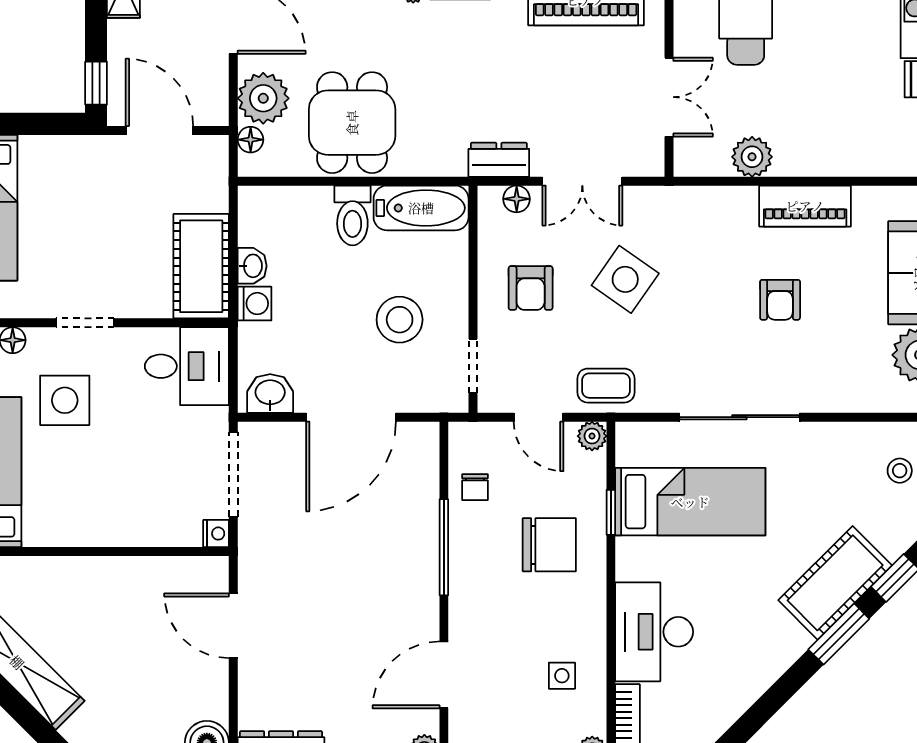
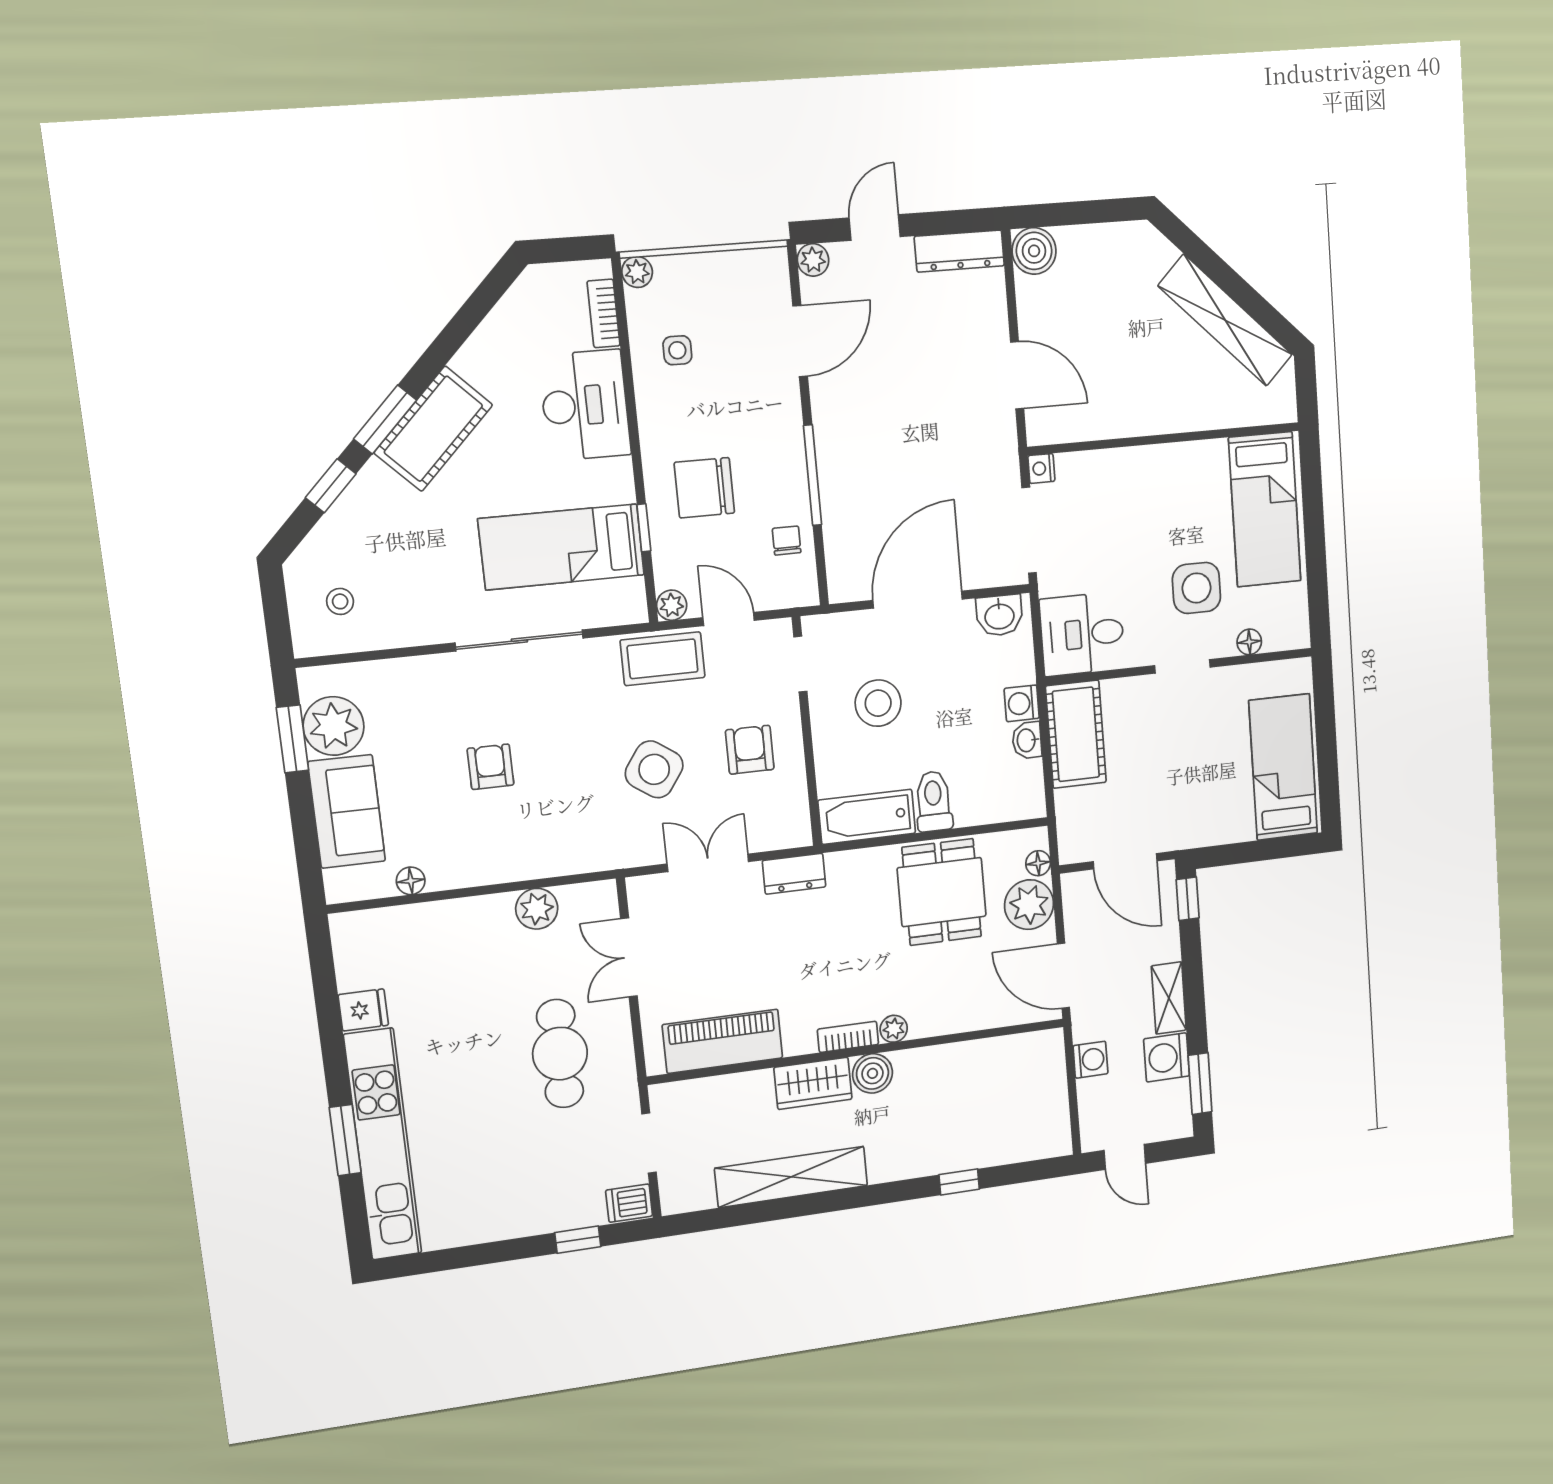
floor lamp: (517, 199) -> (411, 881), moved
piano: (805, 206) -> (475, 866), removed
coffee table: (606, 386) -> (663, 659), width x1.36, depth x1.30
cot: (835, 583) -> (433, 429), moved

